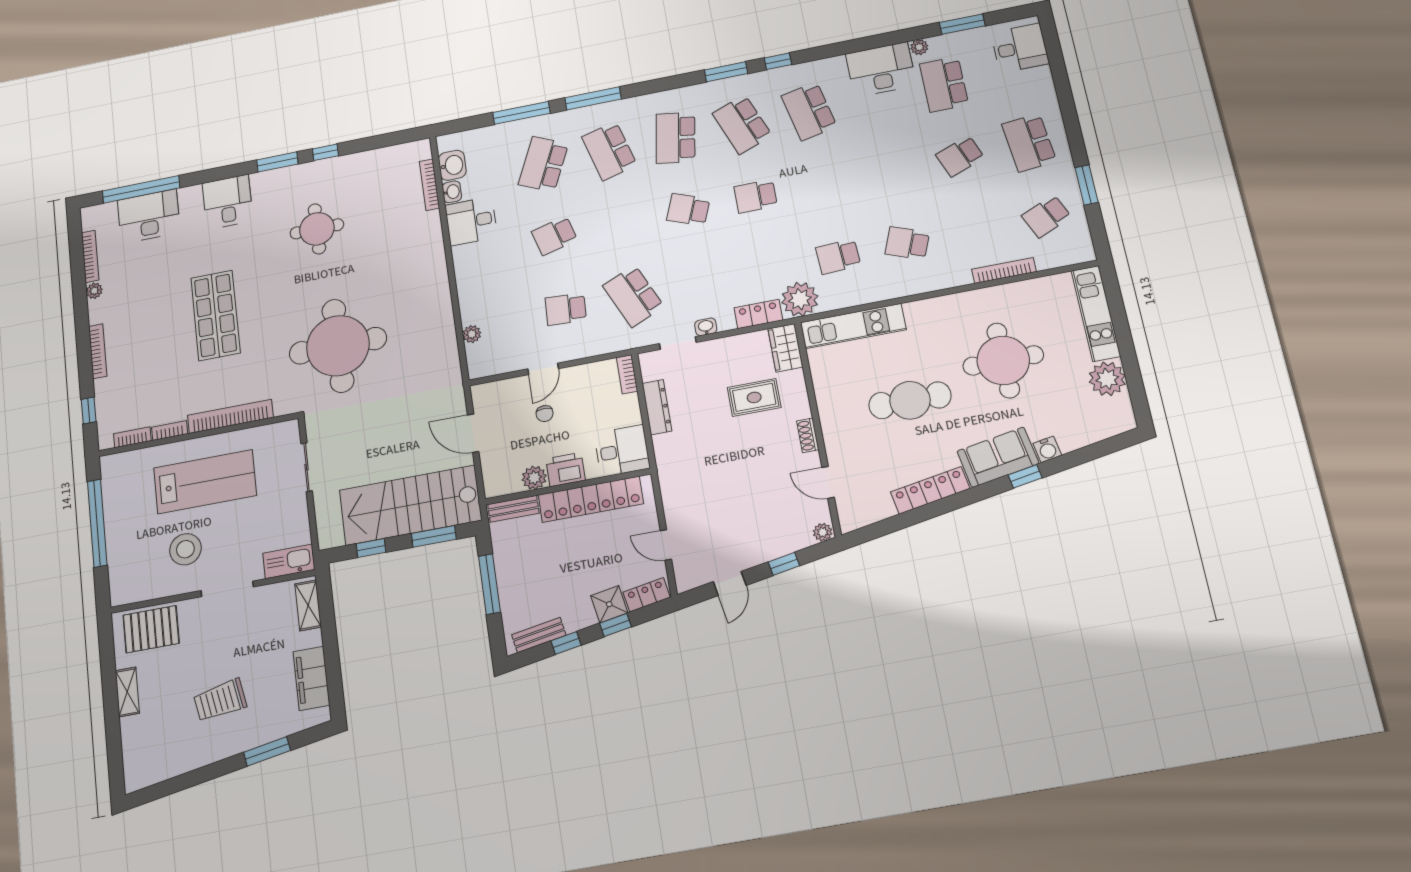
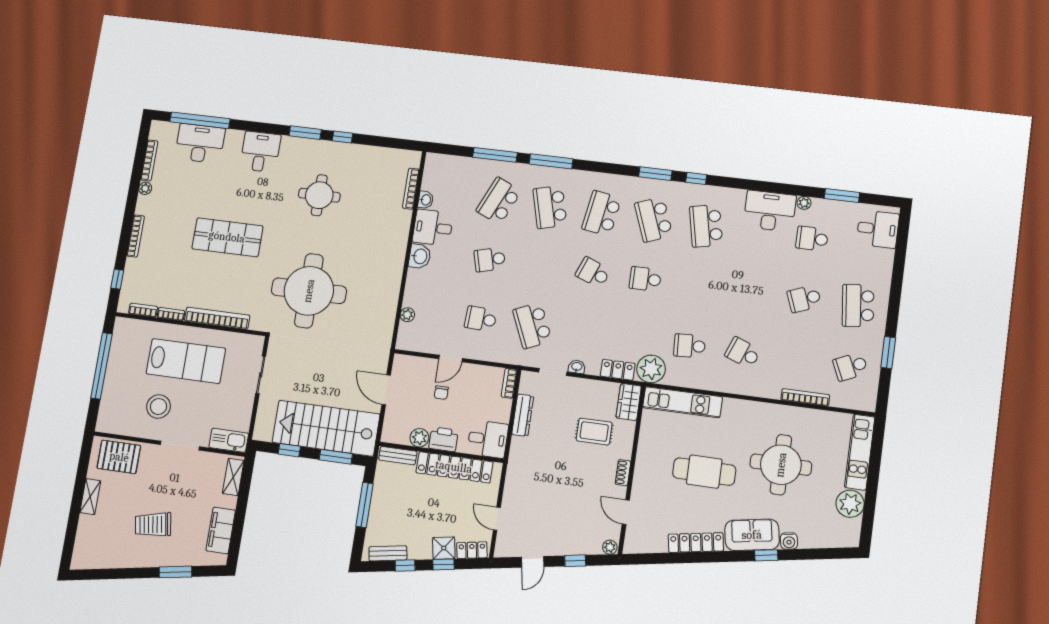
school desk: (944, 84) -> (812, 239), width x0.54
washbasin: (452, 165) -> (420, 256), moved
shop shelf: (215, 315) -> (227, 237), turned 90

